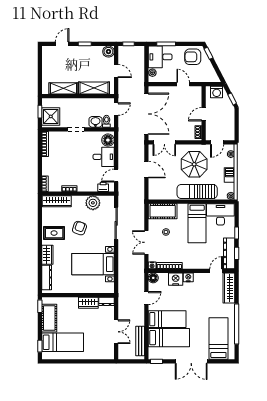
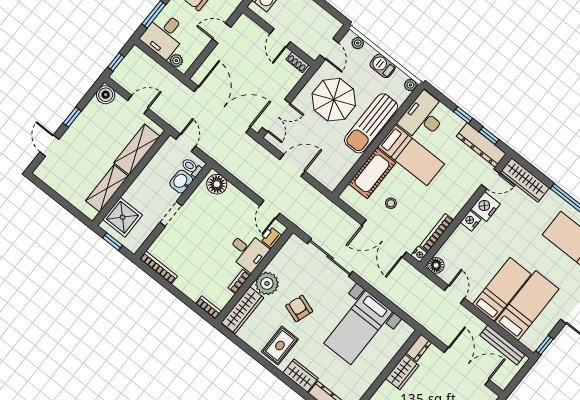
shower: (51, 116) -> (123, 217), moved
desk: (104, 157) -> (248, 251), moved, turned 90
plant: (93, 203) -> (267, 283), moved
cot: (163, 211) -> (372, 173), moved
double door: (146, 242) -> (384, 238), width x1.37
door: (216, 271) -> (490, 179), swing flipped
nightstand: (176, 279) -> (486, 207), moved
double door: (116, 332) -> (467, 366), width x1.37

